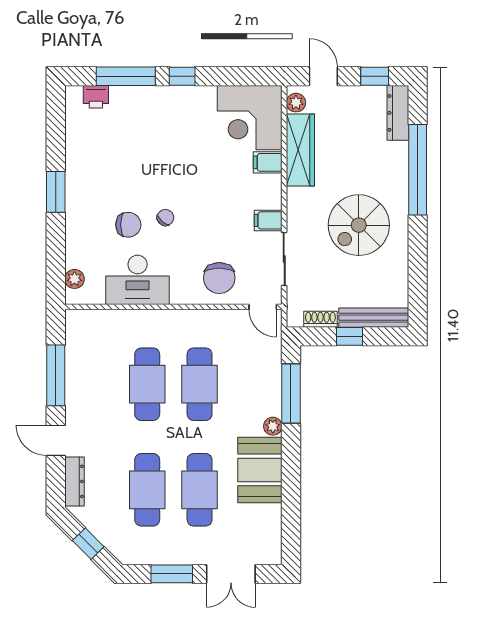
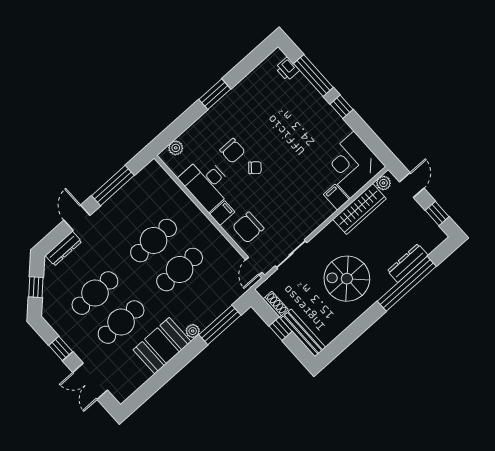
dresser: (398, 113) -> (408, 263), moved
filing cabinet: (268, 220) -> (222, 213), moved, turned 90
window: (172, 574) -> (61, 348), width x0.67

